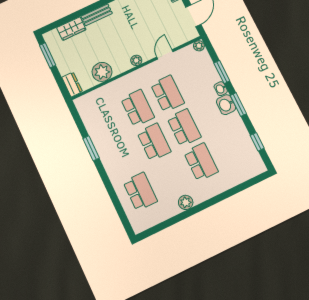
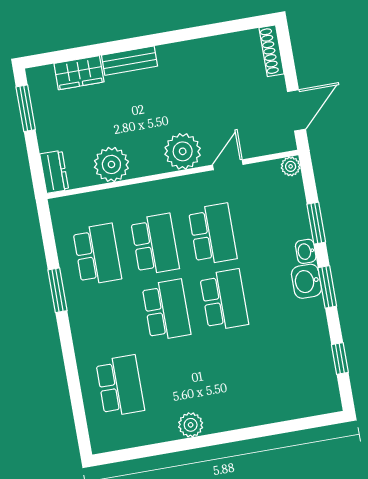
plant: (136, 60) -> (183, 151), width x1.87, depth x1.87
school desk: (201, 162) -> (97, 254), moved

